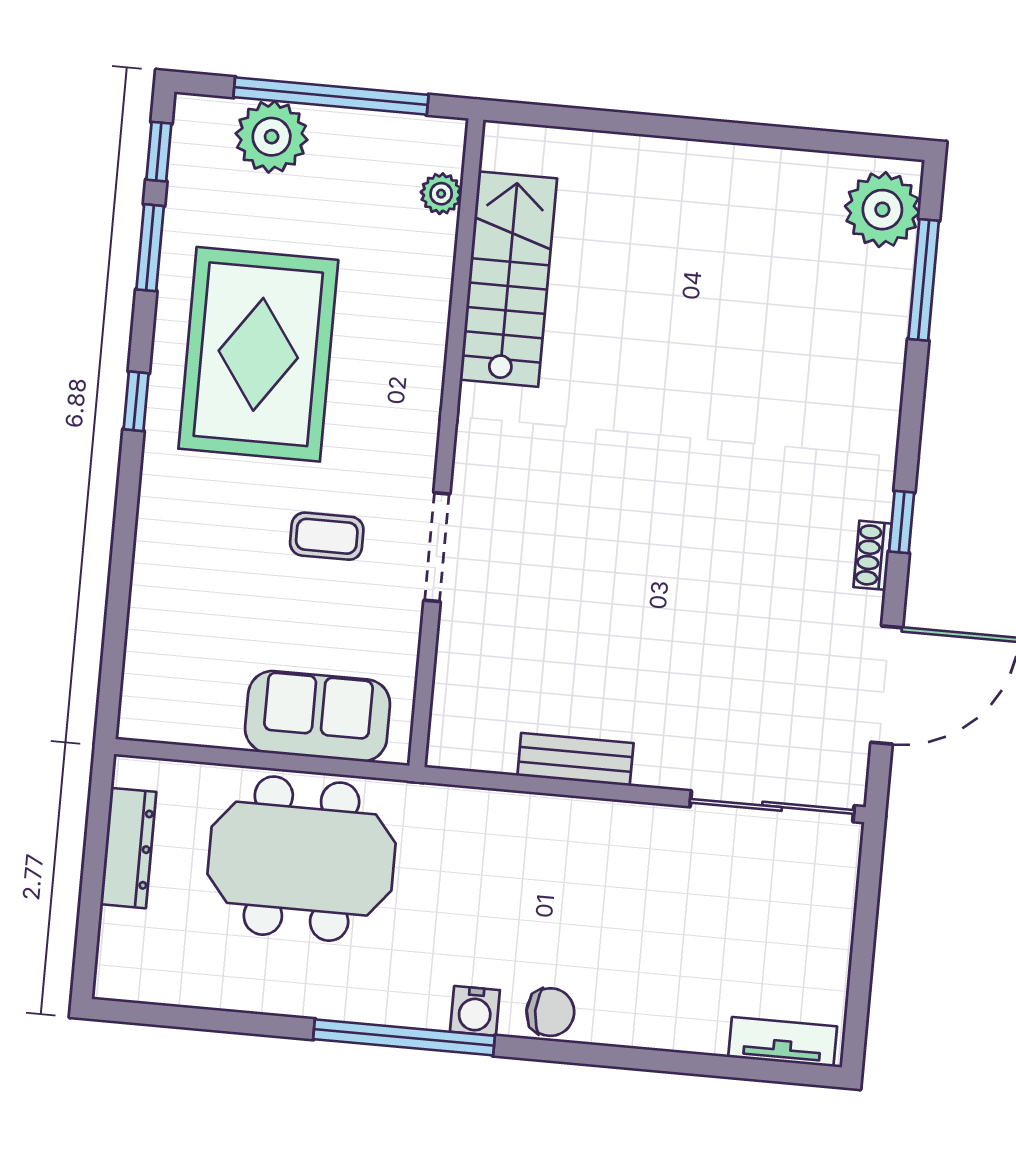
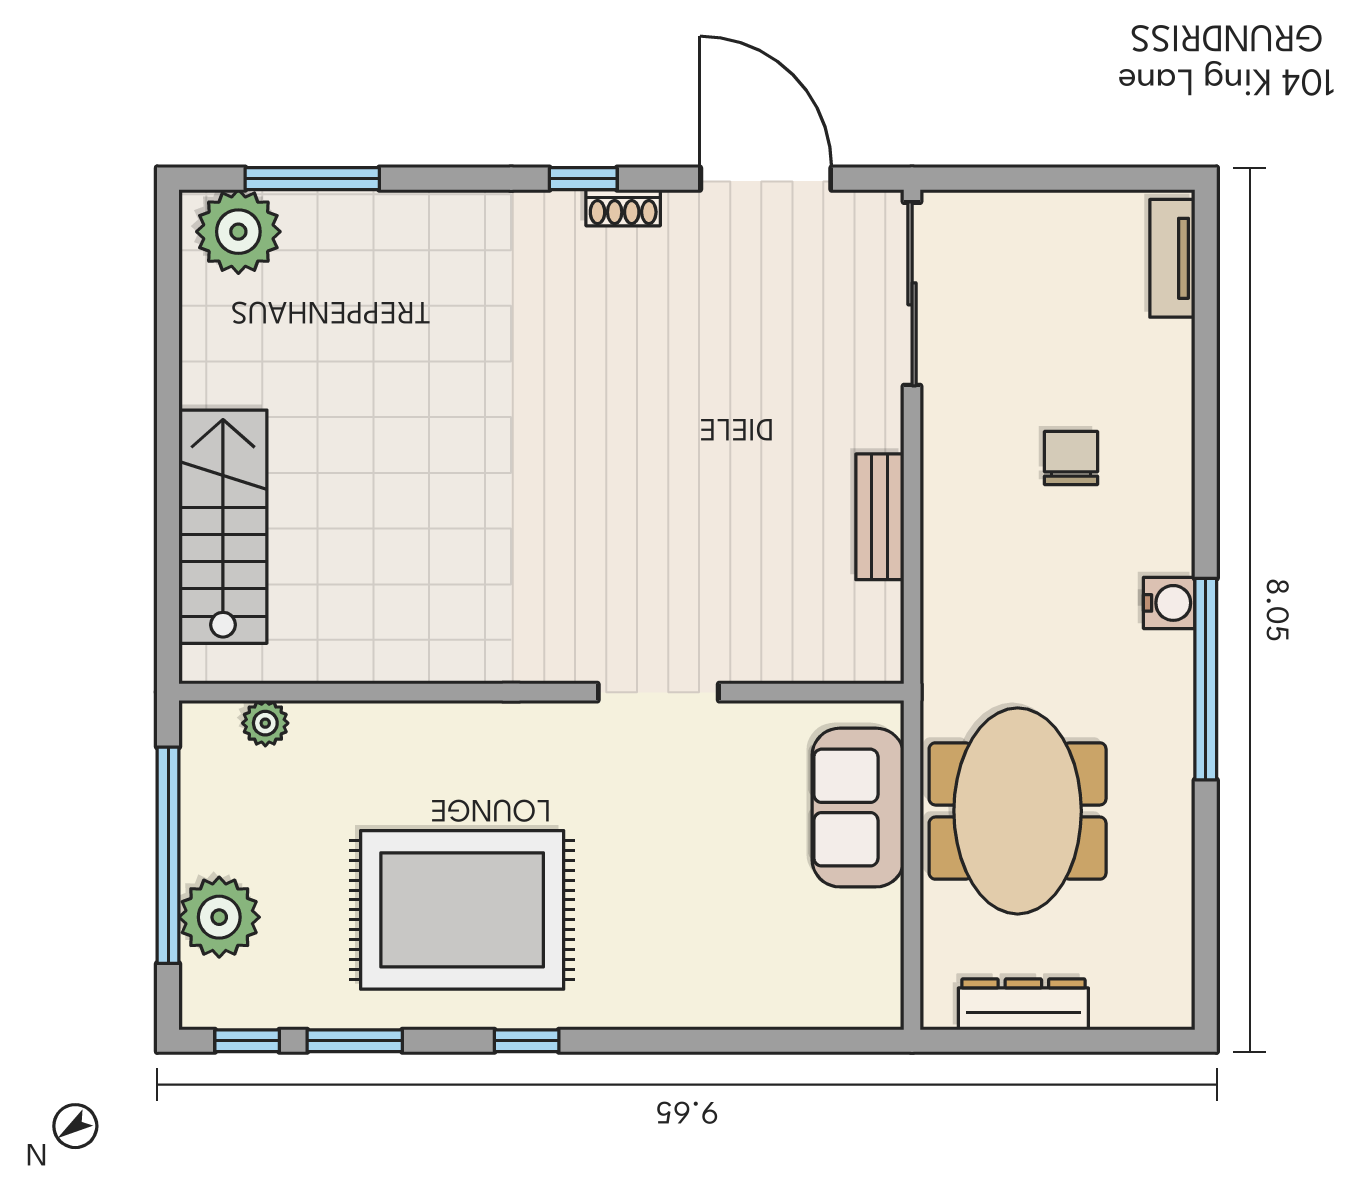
stairs: (508, 279) -> (223, 527), moved, turned 90
coffee table: (327, 536) -> (657, 815), removed
chair: (550, 1012) -> (1071, 458), moved

